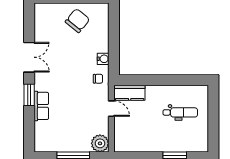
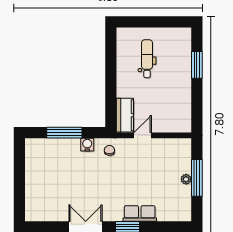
chair: (77, 21) -> (45, 173), removed
window: (114, 38) -> (64, 133), added
plant: (100, 143) -> (186, 179), moved, width x0.53, depth x0.53

